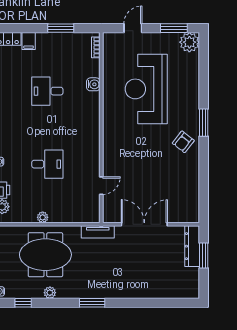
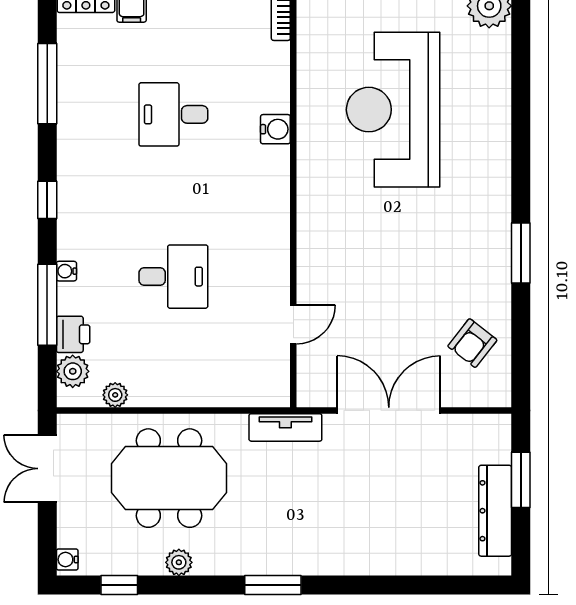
water cooler: (93, 84) -> (275, 129), moved
window: (204, 123) -> (521, 253), moved
armchair: (183, 142) -> (472, 343), moved
plant: (43, 217) -> (115, 395), moved
dresser: (192, 246) -> (495, 511), moved

